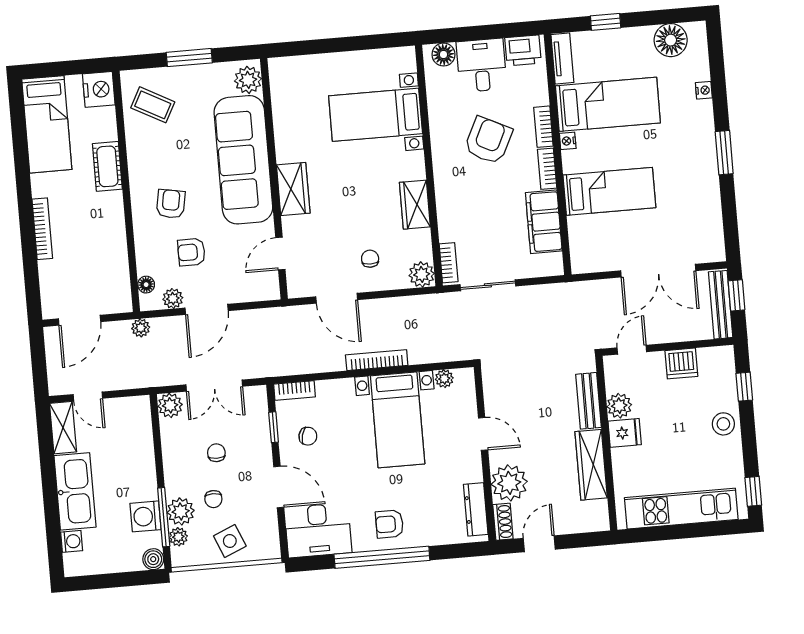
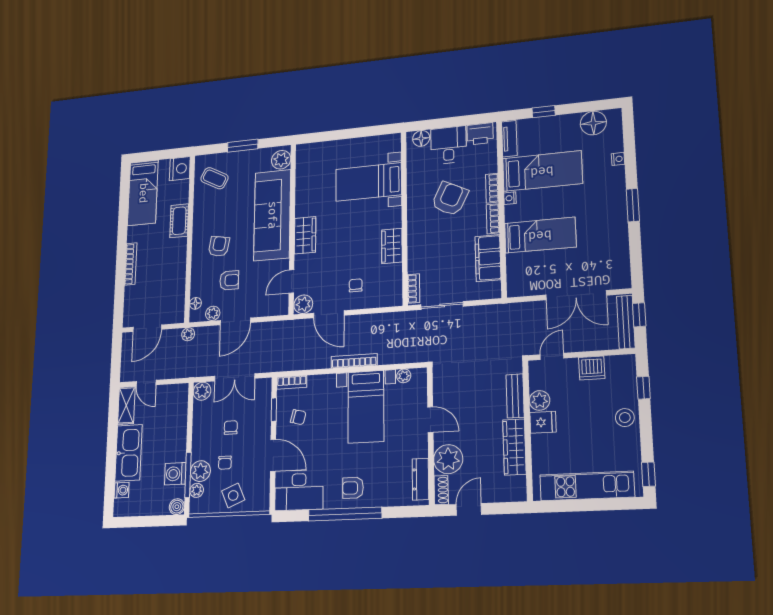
armchair: (191, 252) -> (229, 280), turned 180
plant: (422, 274) -> (303, 304), moved

